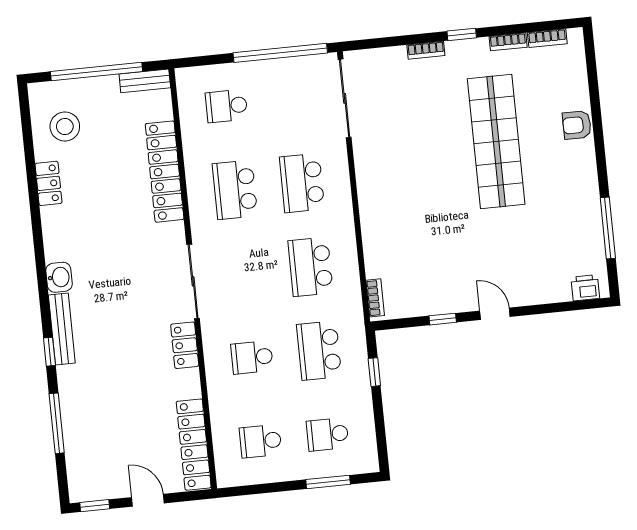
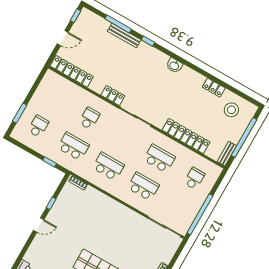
bench: (62, 329) -> (124, 35), moved
school desk: (260, 441) -> (54, 98), removed

